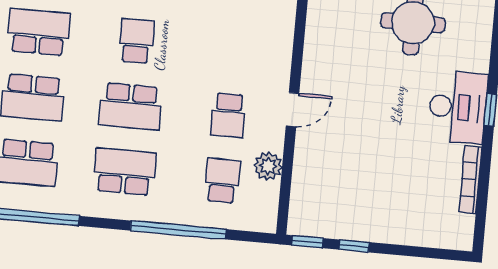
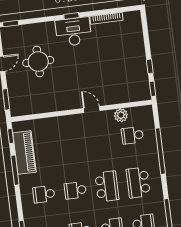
school desk: (228, 115) -> (101, 139), removed

